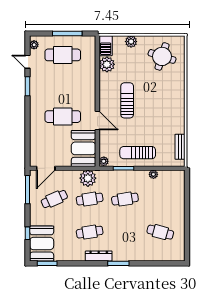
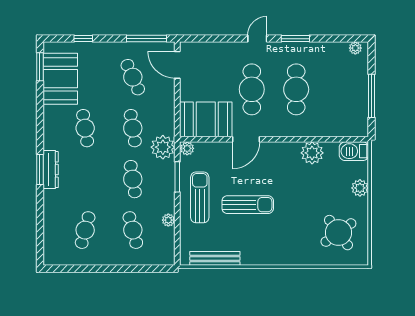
cafe table: (63, 55) -> (296, 89), moved
round table: (162, 56) -> (338, 233), turned 36
door: (28, 62) -> (257, 39), moved
plant: (107, 64) -> (312, 153), moved
sun lounger: (127, 100) -> (248, 205), moved
bench: (180, 147) -> (215, 258), width x1.36
plant: (88, 178) -> (163, 147), moved
cafe table: (160, 199) -> (133, 230), added
booth: (42, 243) -> (60, 79), moved, turned 90
dresser: (99, 256) -> (51, 170), moved

